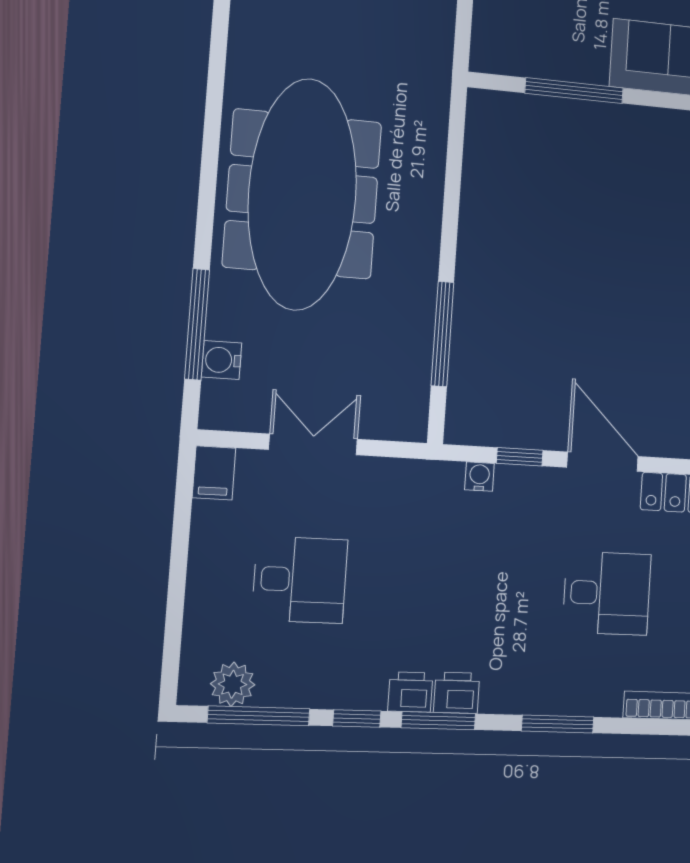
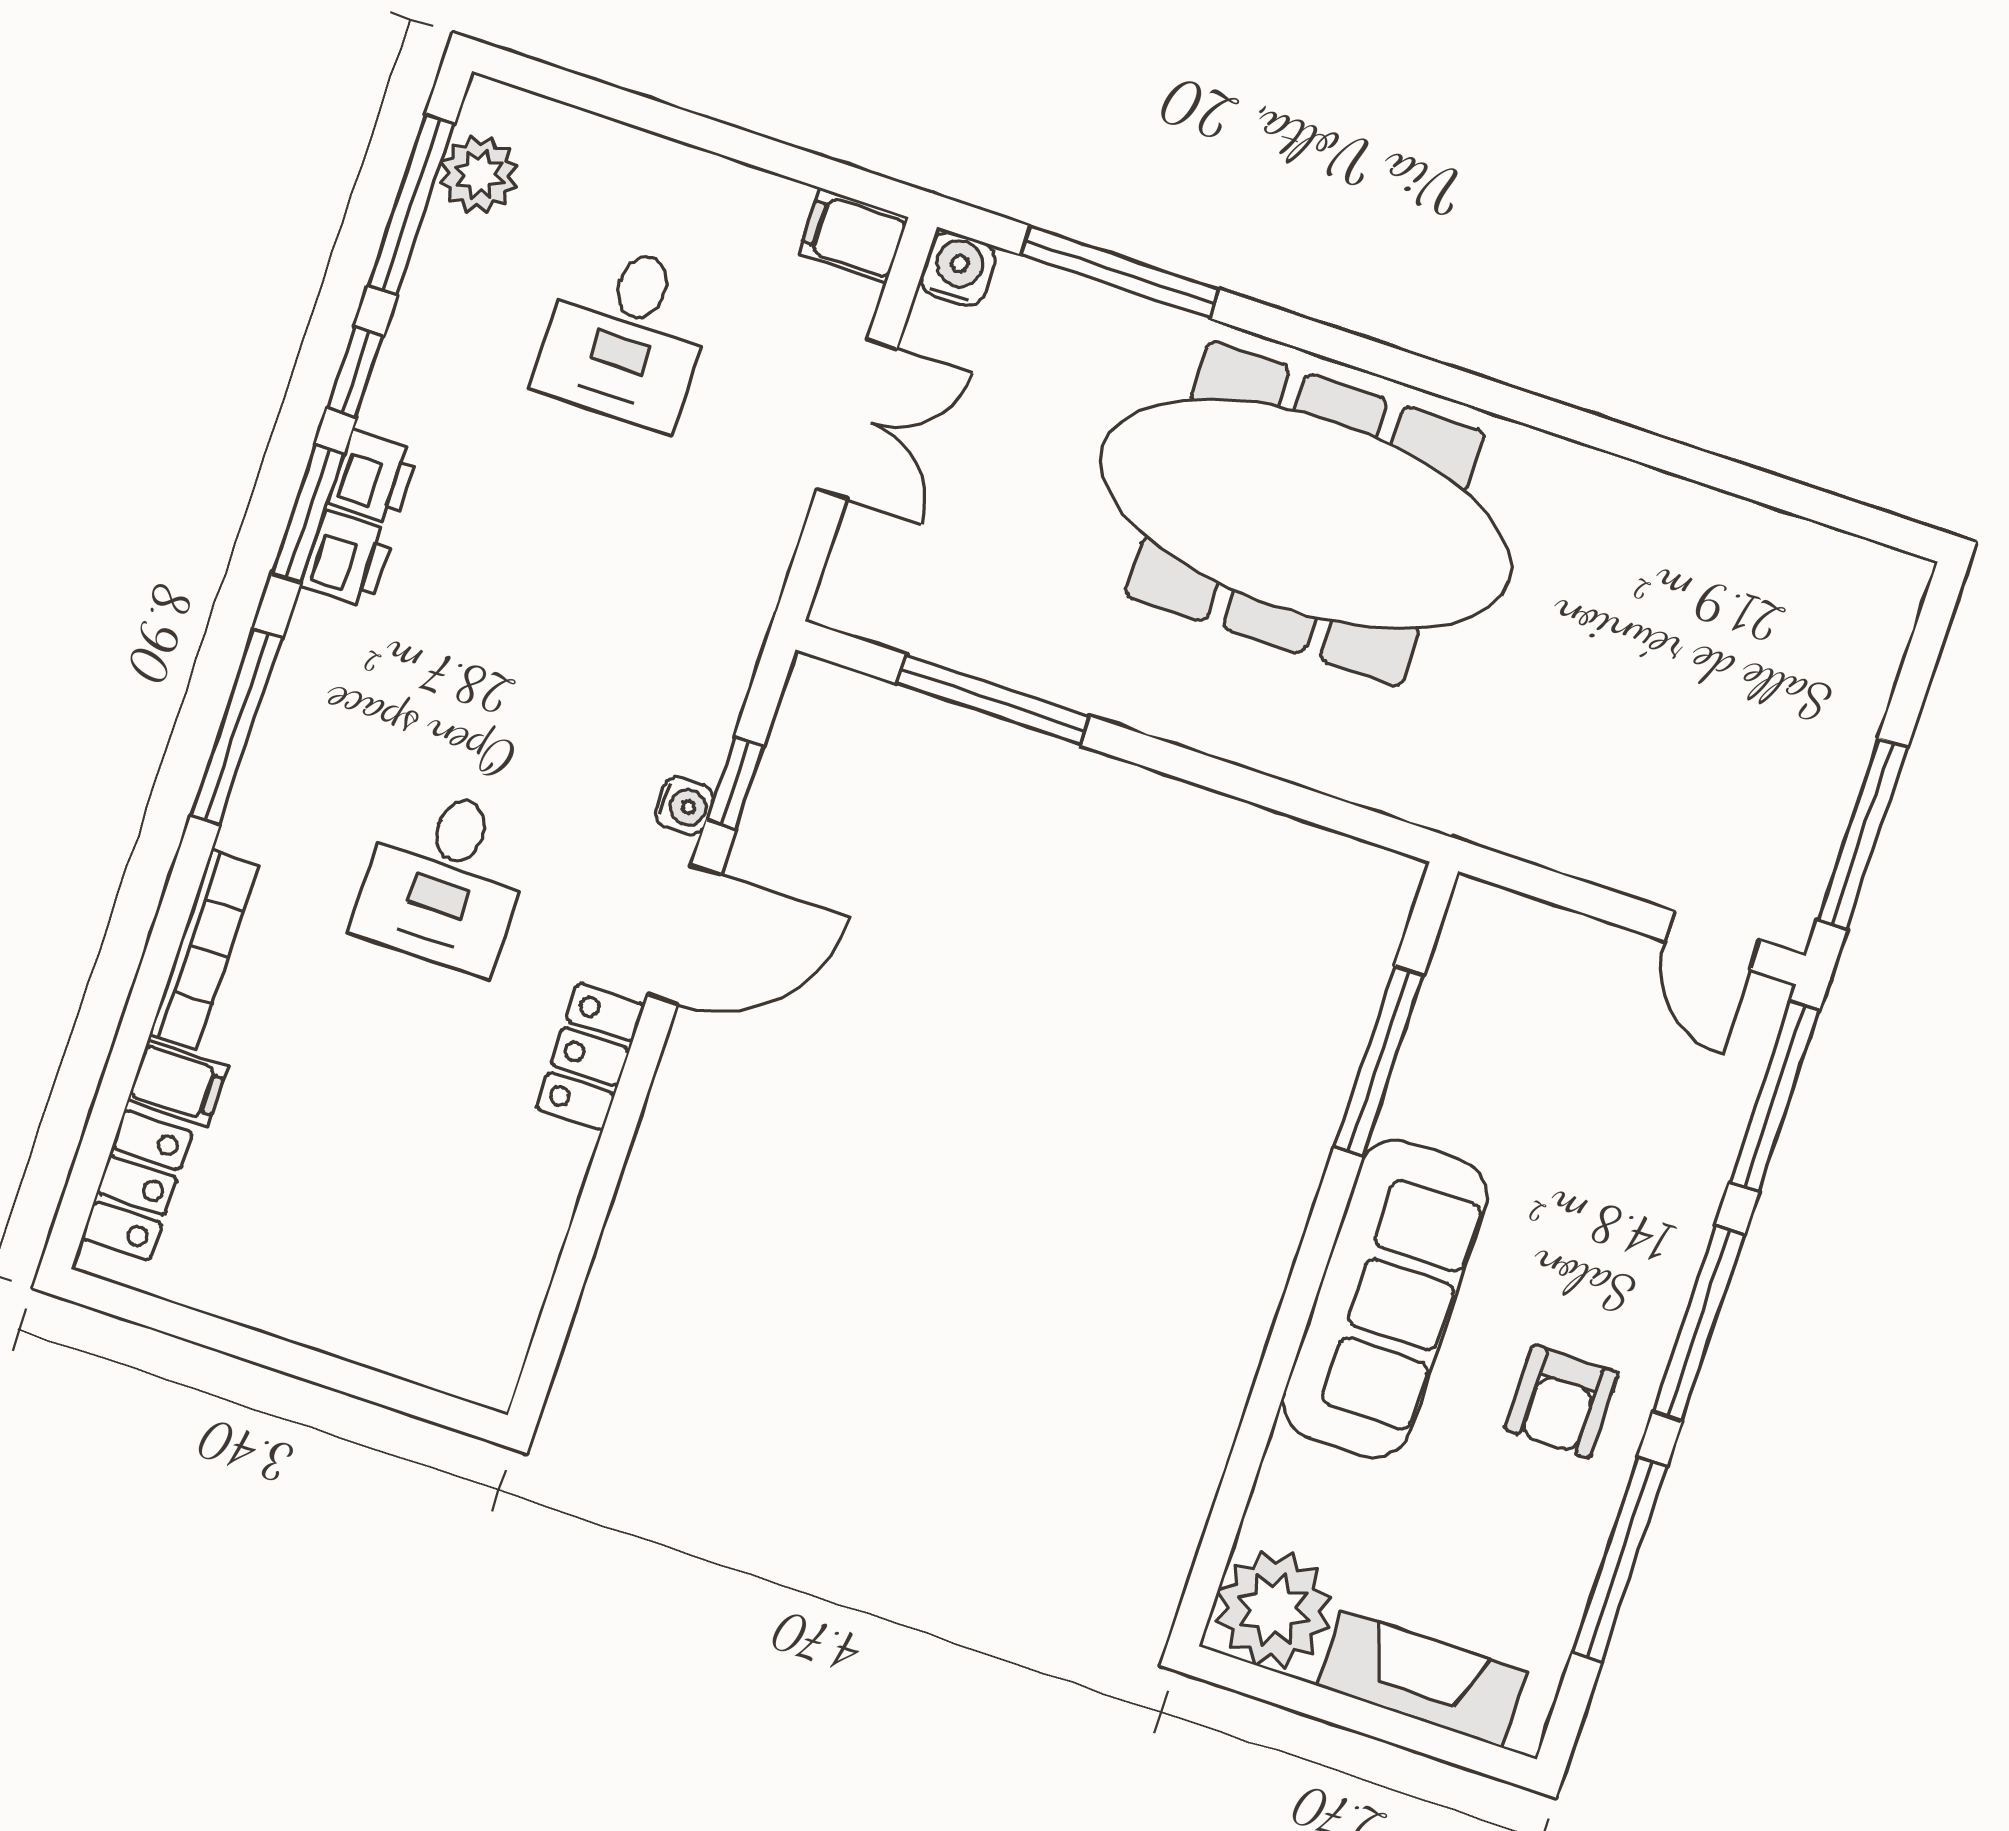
water cooler: (222, 360) -> (958, 269), moved
water cooler: (479, 477) -> (684, 806), moved
window: (558, 724) -> (237, 727), width x1.44

